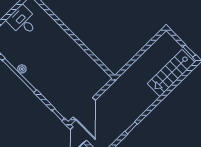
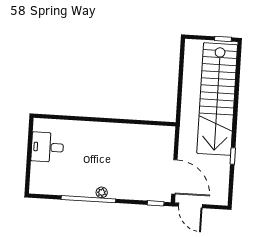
plant: (22, 69) -> (102, 192), moved
stairs: (171, 73) -> (217, 99), width x1.86, depth x1.51

